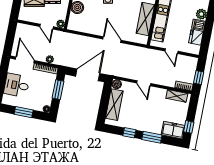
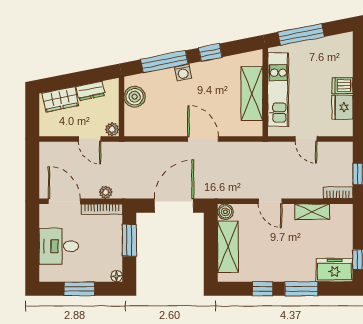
plant: (201, 14) -> (344, 67), removed
shelving: (177, 96) -> (312, 212), moved

